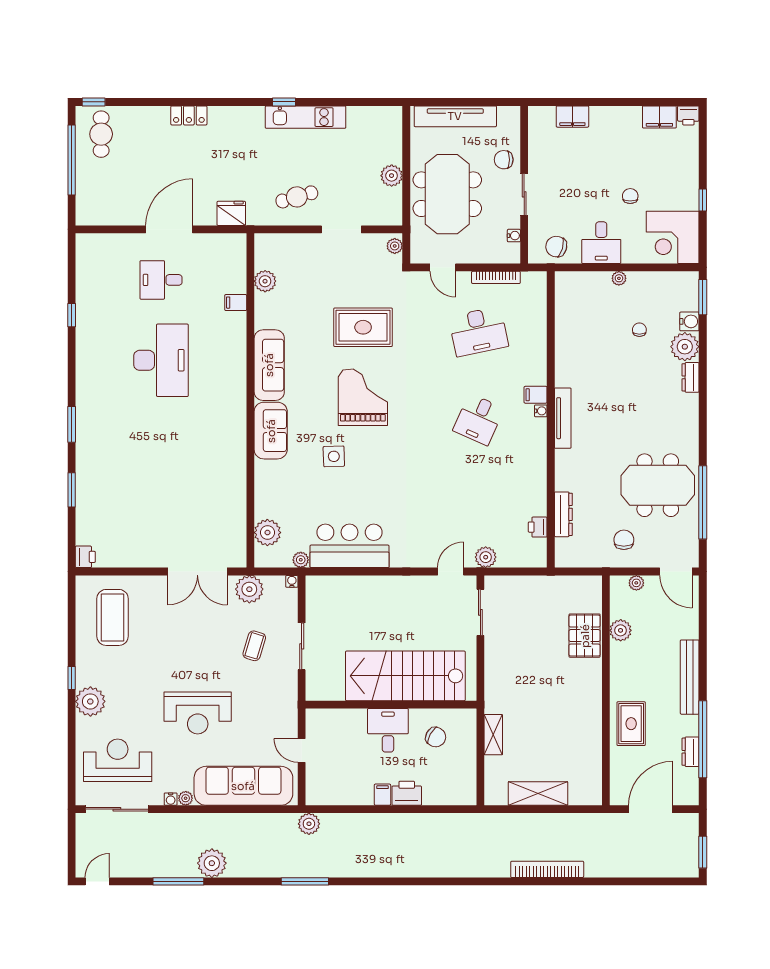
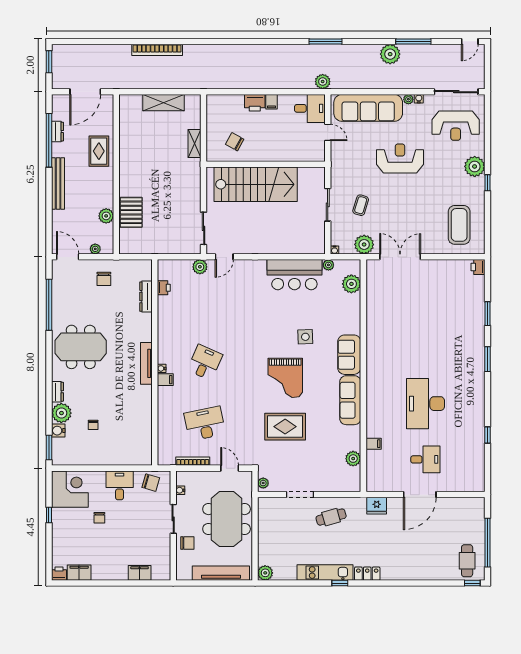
locker: (189, 115) -> (367, 574), moved
plant: (392, 176) -> (265, 573), moved
plant: (619, 278) -> (107, 461), removed
meeting table: (658, 485) -> (81, 347), moved
desk: (388, 730) -> (310, 108), moved, turned -90

